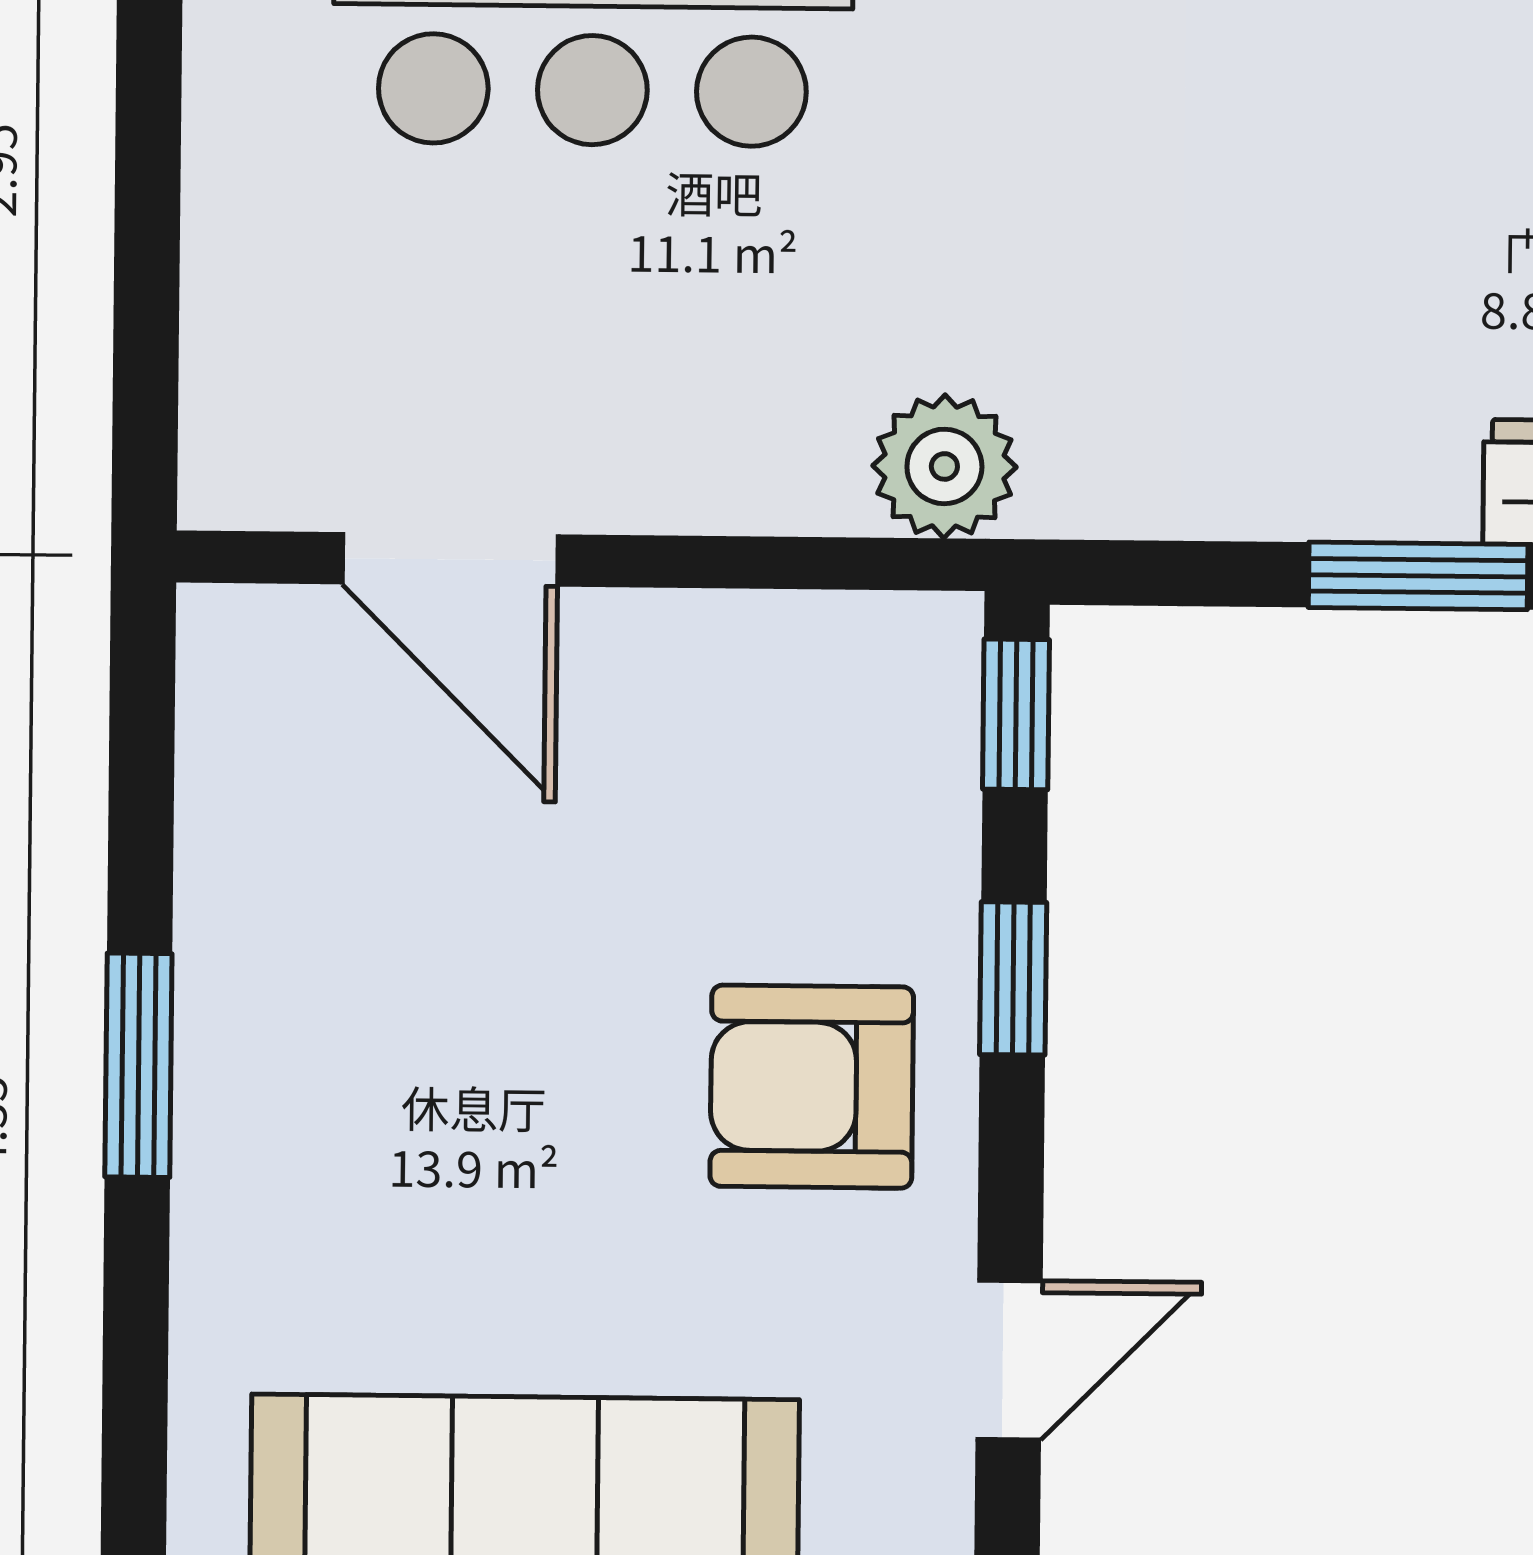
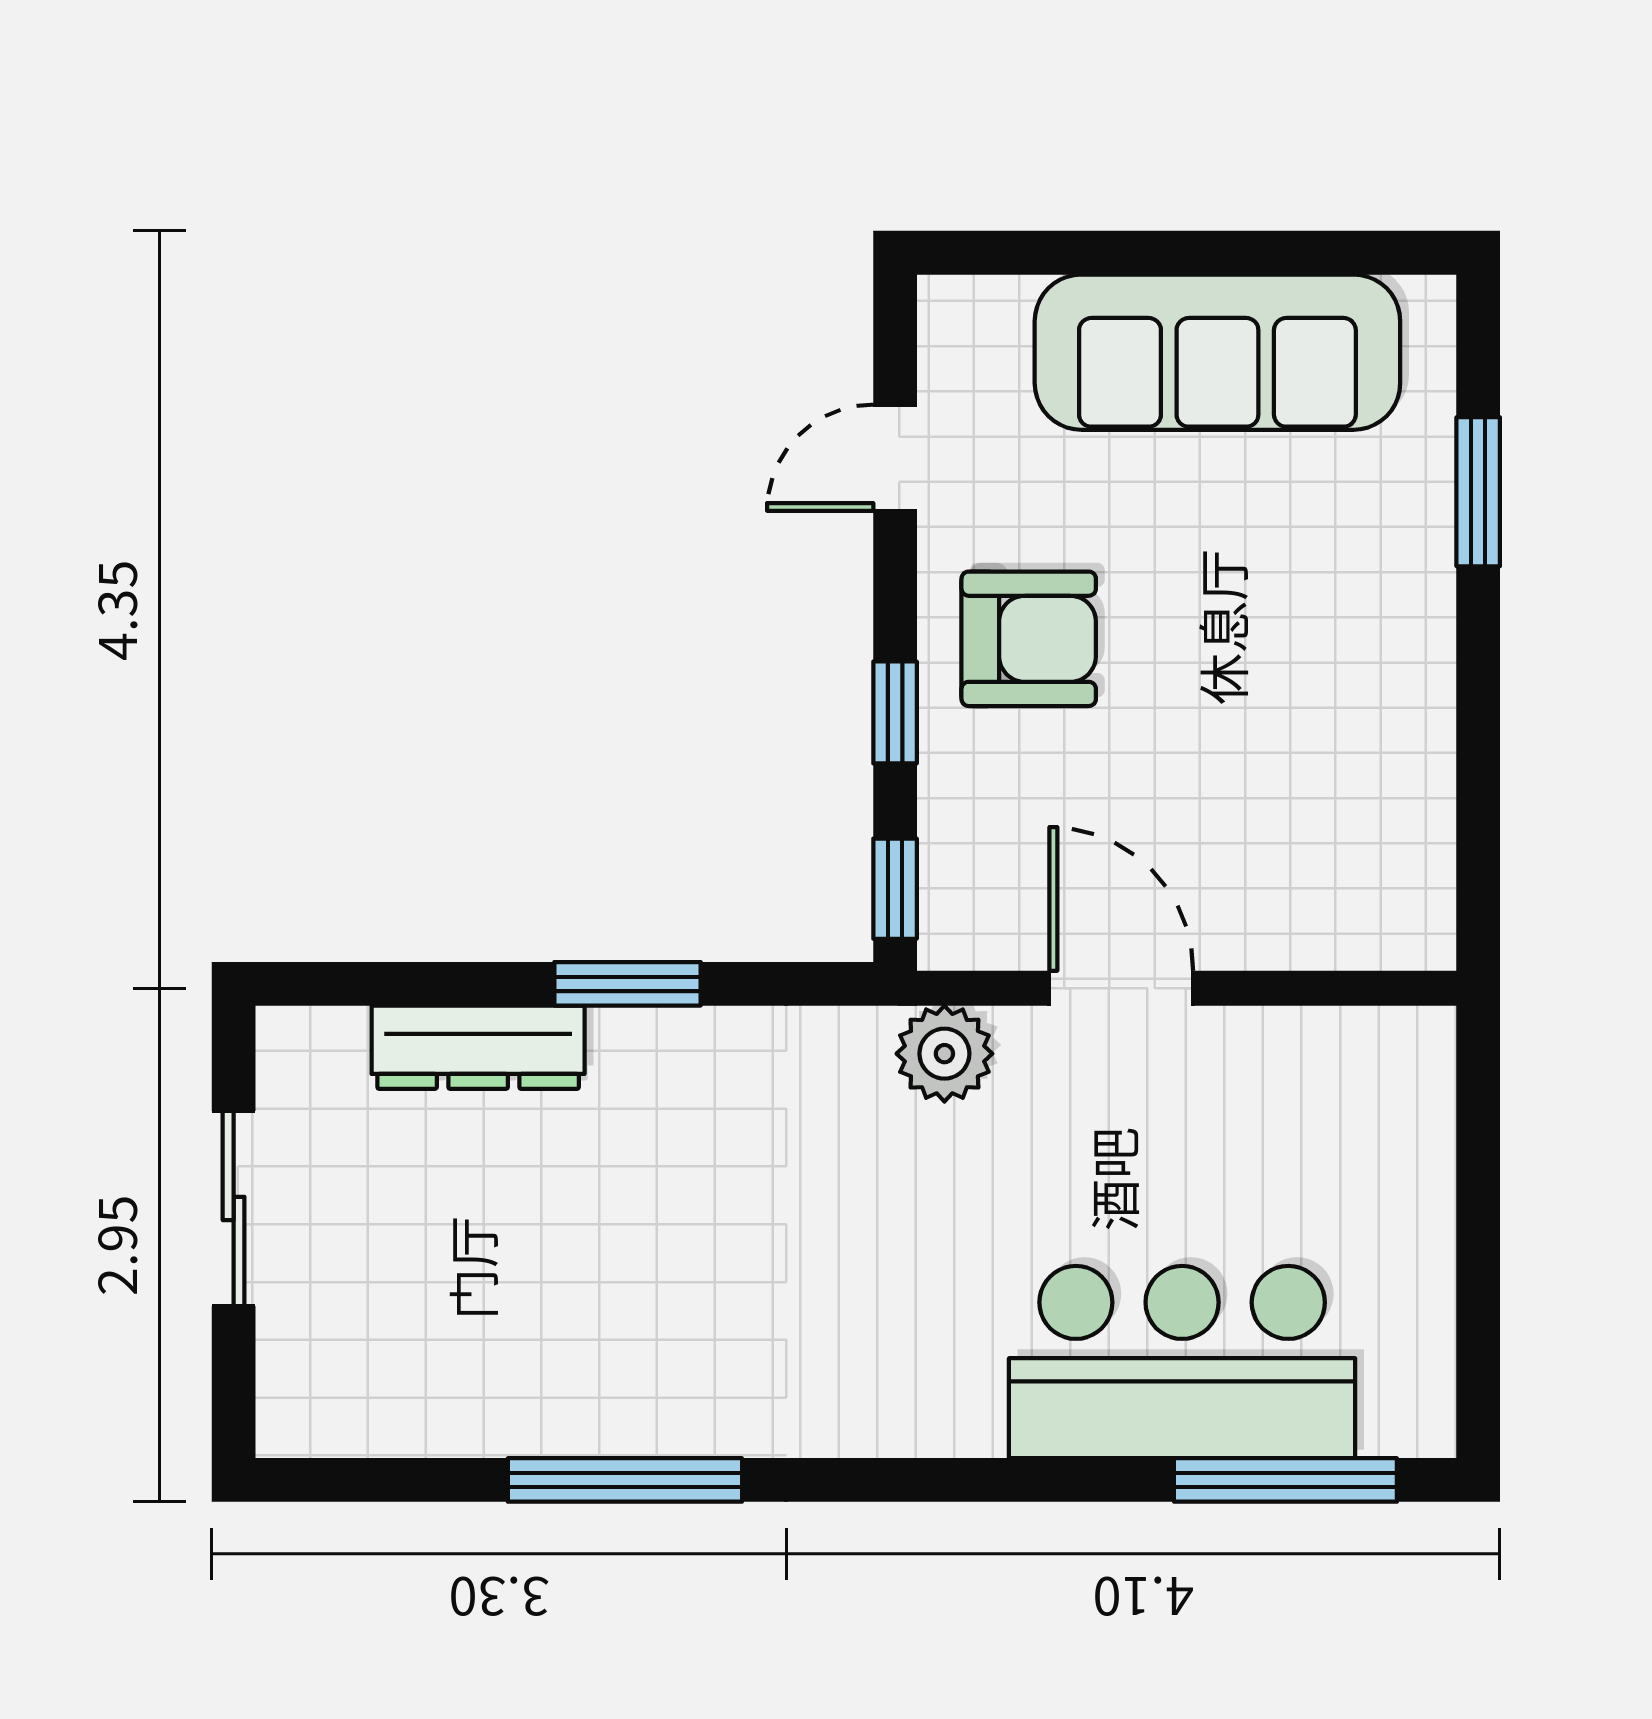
door: (450, 559) -> (1121, 988), moved
window: (138, 1065) -> (1478, 492), moved

